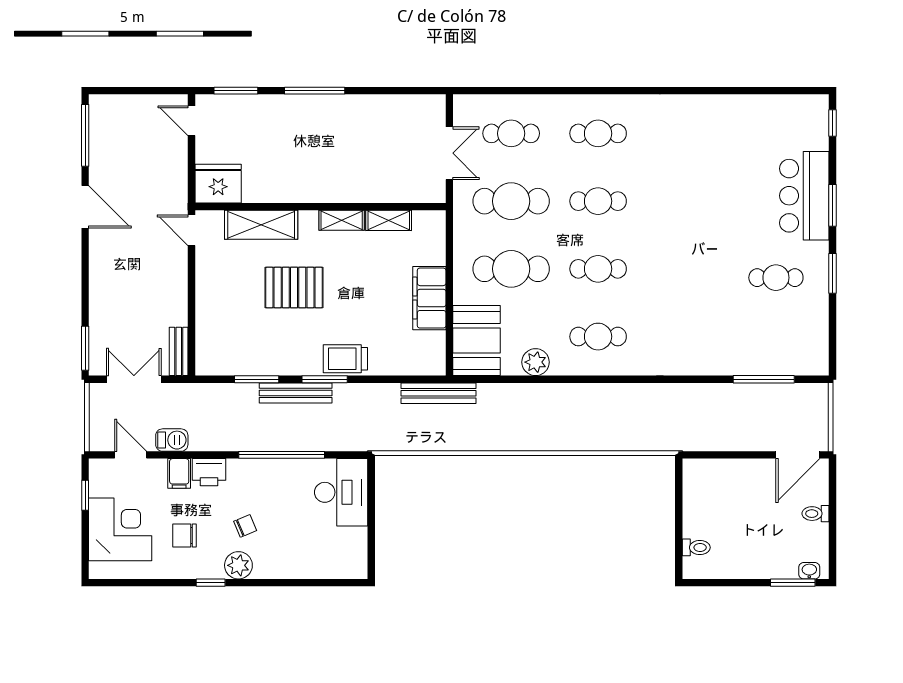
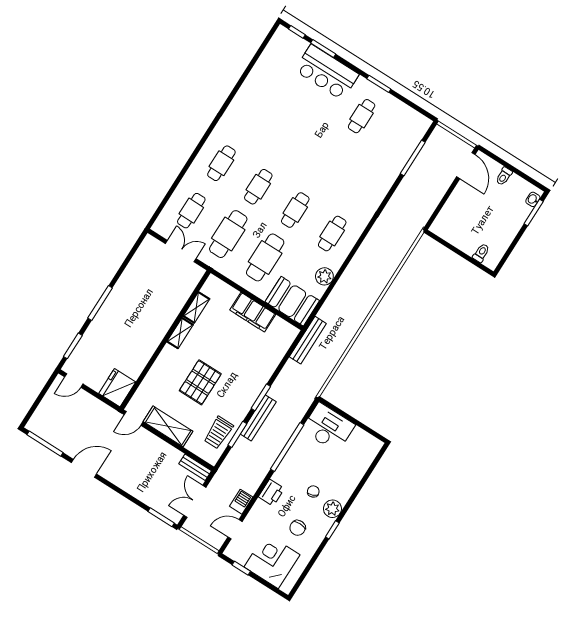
window: (832, 205) -> (323, 49), moved
shelving: (261, 225) -> (168, 426), moved, turned 90
trolley: (345, 359) -> (218, 433), moved
filing cabinet: (179, 473) -> (262, 509), removed

